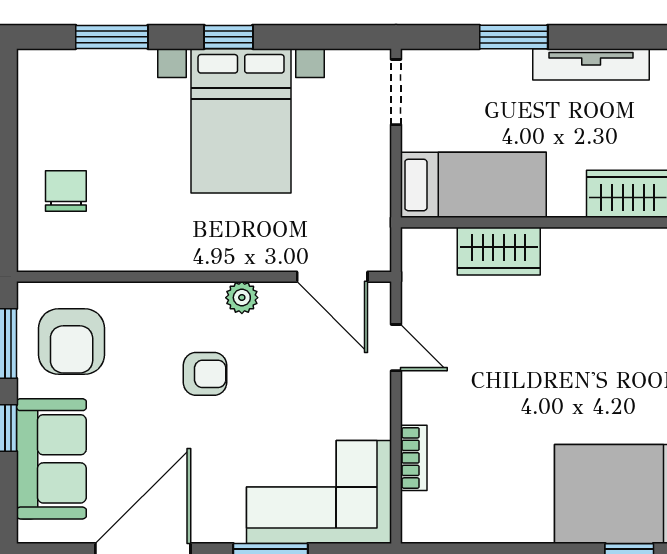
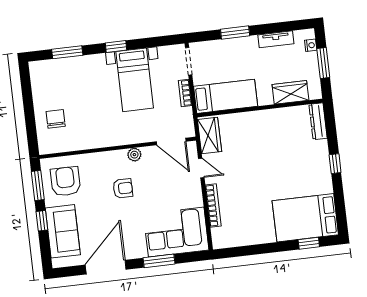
tv unit: (591, 64) -> (276, 39), width x0.71
bed with nightstands: (241, 121) -> (135, 80), width x0.73
bookcase: (379, 166) -> (185, 93), added
wardrobe: (499, 251) -> (210, 135), moved, turned -90
armchair: (72, 341) -> (65, 181), turned 180
bookcase: (414, 458) -> (213, 205), width x1.56

